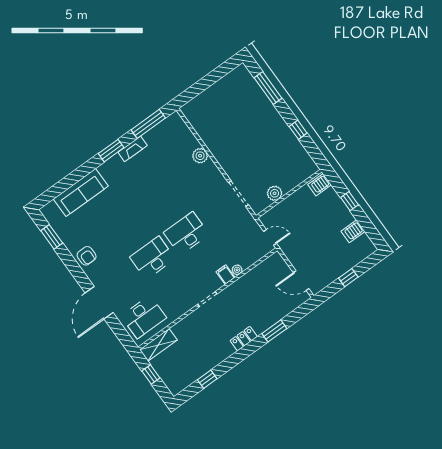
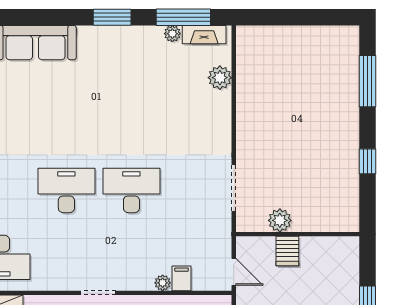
plant: (149, 136) -> (172, 34), added
fireplace: (133, 149) -> (204, 35), moved
plant: (200, 156) -> (220, 78), moved
server rack: (320, 185) -> (287, 251), moved, turned -90
filing cabinet: (225, 275) -> (182, 278), moved

